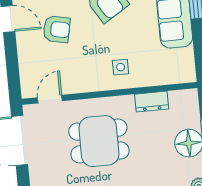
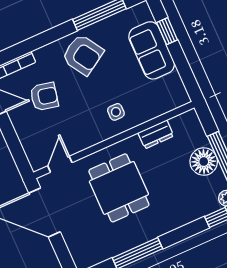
dining table: (99, 141) -> (119, 188), turned 90

